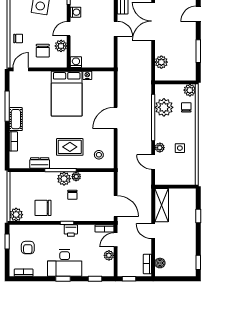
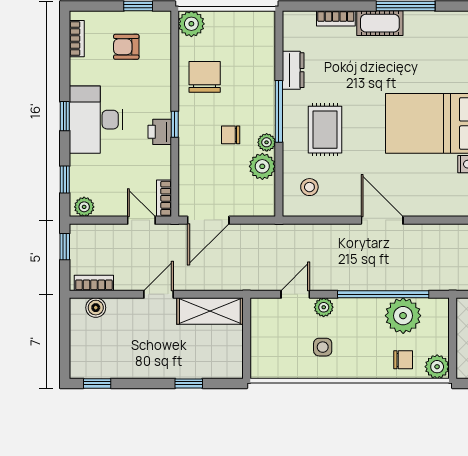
plant: (64, 179) -> (262, 166), moved
plant: (109, 255) -> (84, 207), moved

